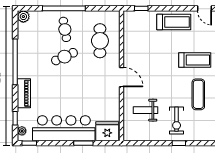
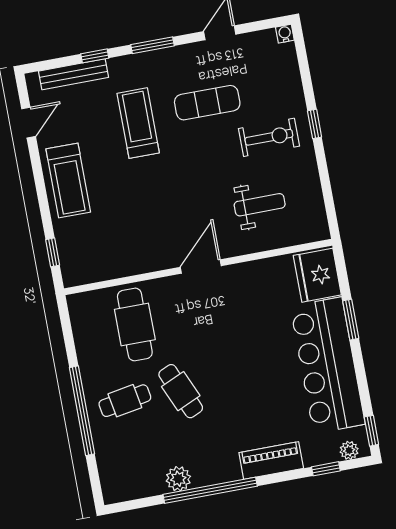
plant: (23, 17) -> (178, 479), moved
treadmill: (174, 22) -> (68, 180), turned 180
cafe table: (100, 41) -> (135, 324), turned 90
weight bench: (146, 110) -> (260, 205), turned -90

